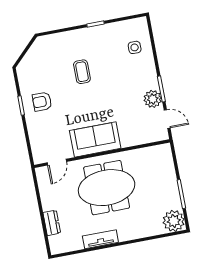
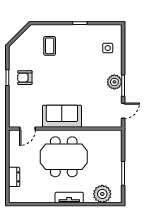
coffee table: (82, 72) -> (50, 46), moved
plant: (153, 99) -> (114, 82), moved
door: (167, 119) -> (123, 111), hinge flipped
plant: (174, 221) -> (102, 194), moved
tv unit: (100, 239) -> (69, 198), moved

